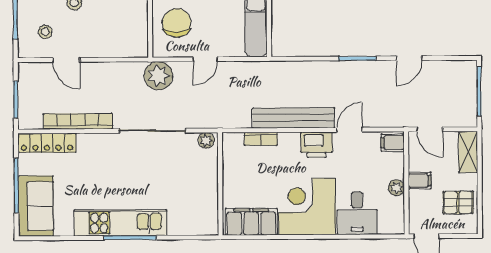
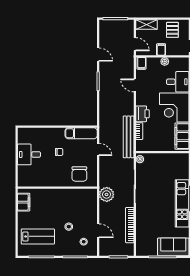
chair: (177, 23) -> (79, 174), turned -90
door: (205, 59) -> (98, 149), moved
door: (66, 60) -> (98, 231), hinge flipped
plant: (158, 76) -> (107, 194), moved
bench: (294, 118) -> (129, 137), moved
door: (430, 129) -> (135, 44), hinge flipped
locker: (47, 143) -> (141, 241), removed
printer: (316, 145) -> (142, 114), moved

